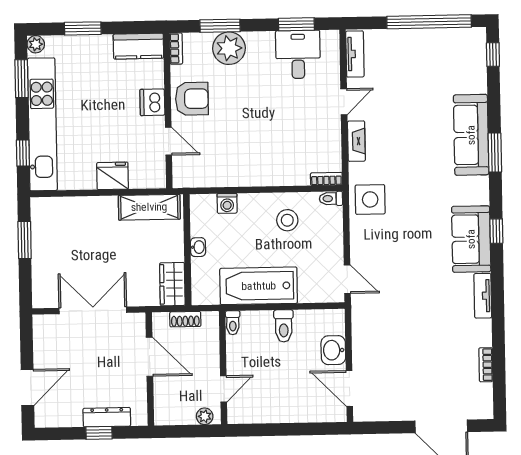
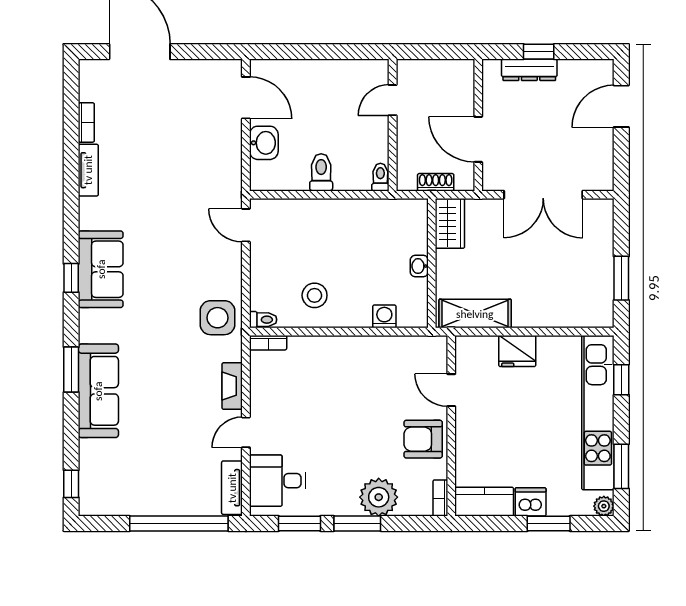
window: (429, 22) -> (179, 524), moved
window: (220, 26) -> (357, 524), moved
desk: (298, 54) -> (277, 481), moved, turned 90
dishwasher: (152, 102) -> (531, 502), moved, turned -90
bathtub: (259, 286) -> (349, 220), removed
tv unit: (483, 296) -> (88, 170), moved
plant: (205, 416) -> (415, 69), removed

